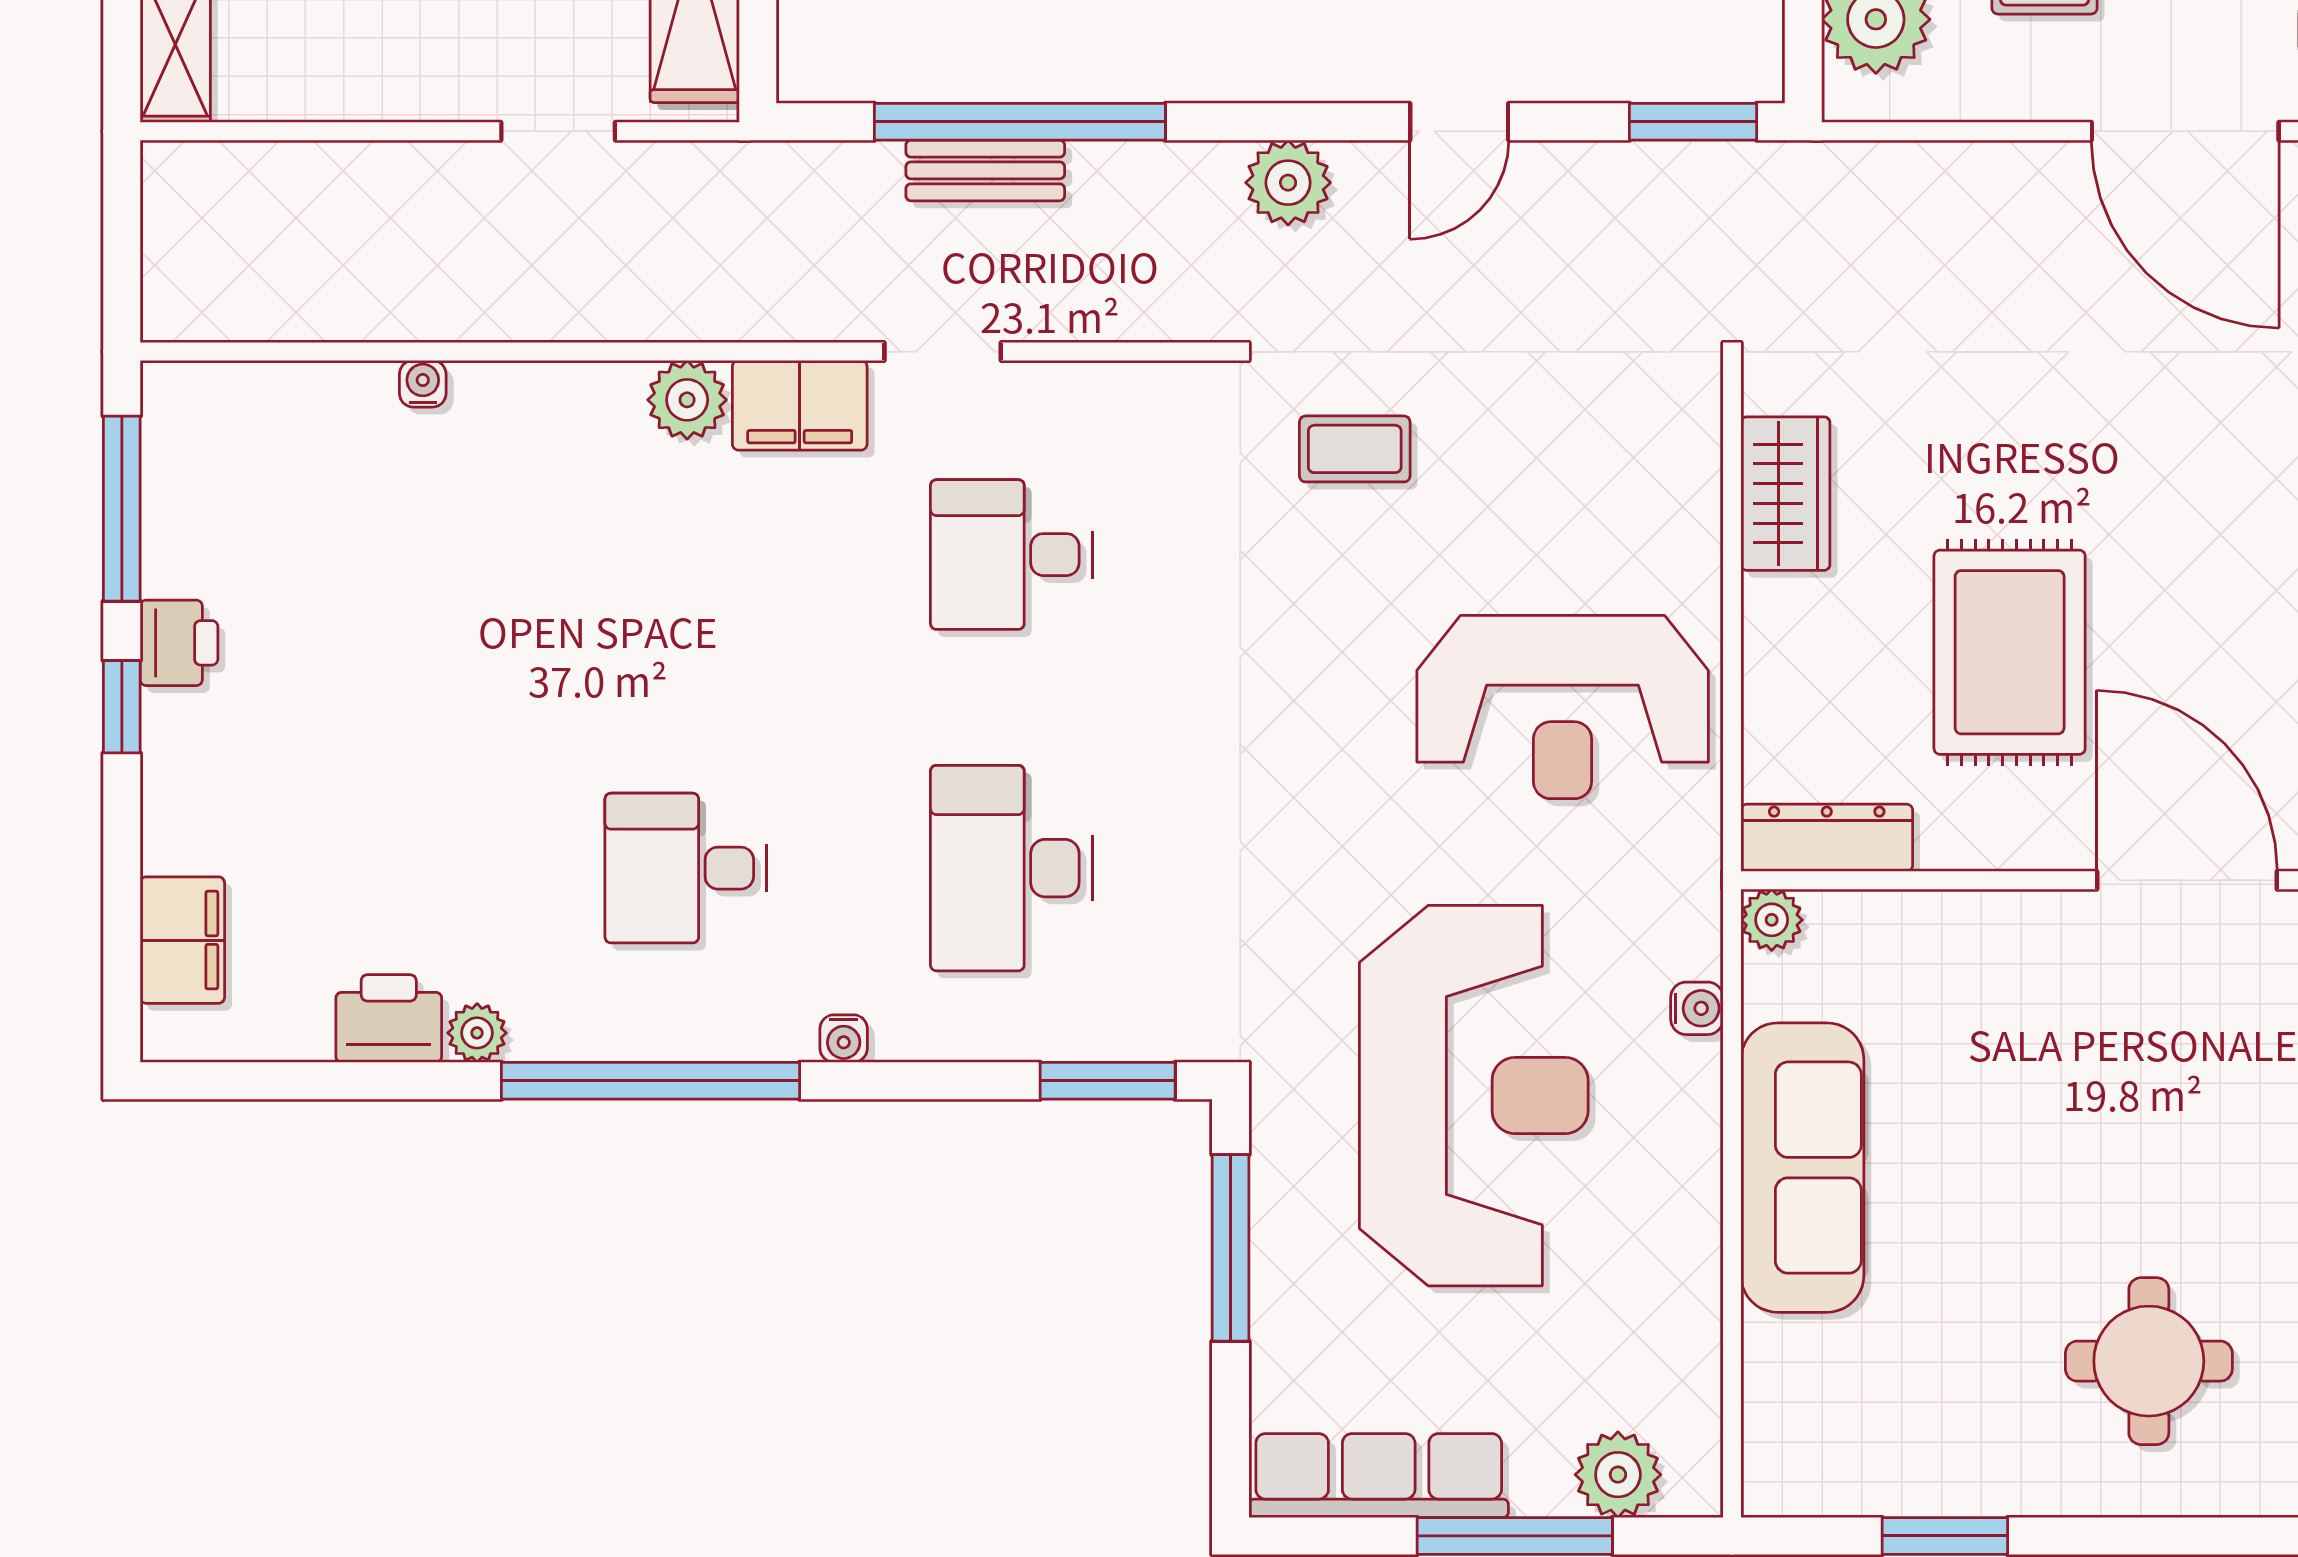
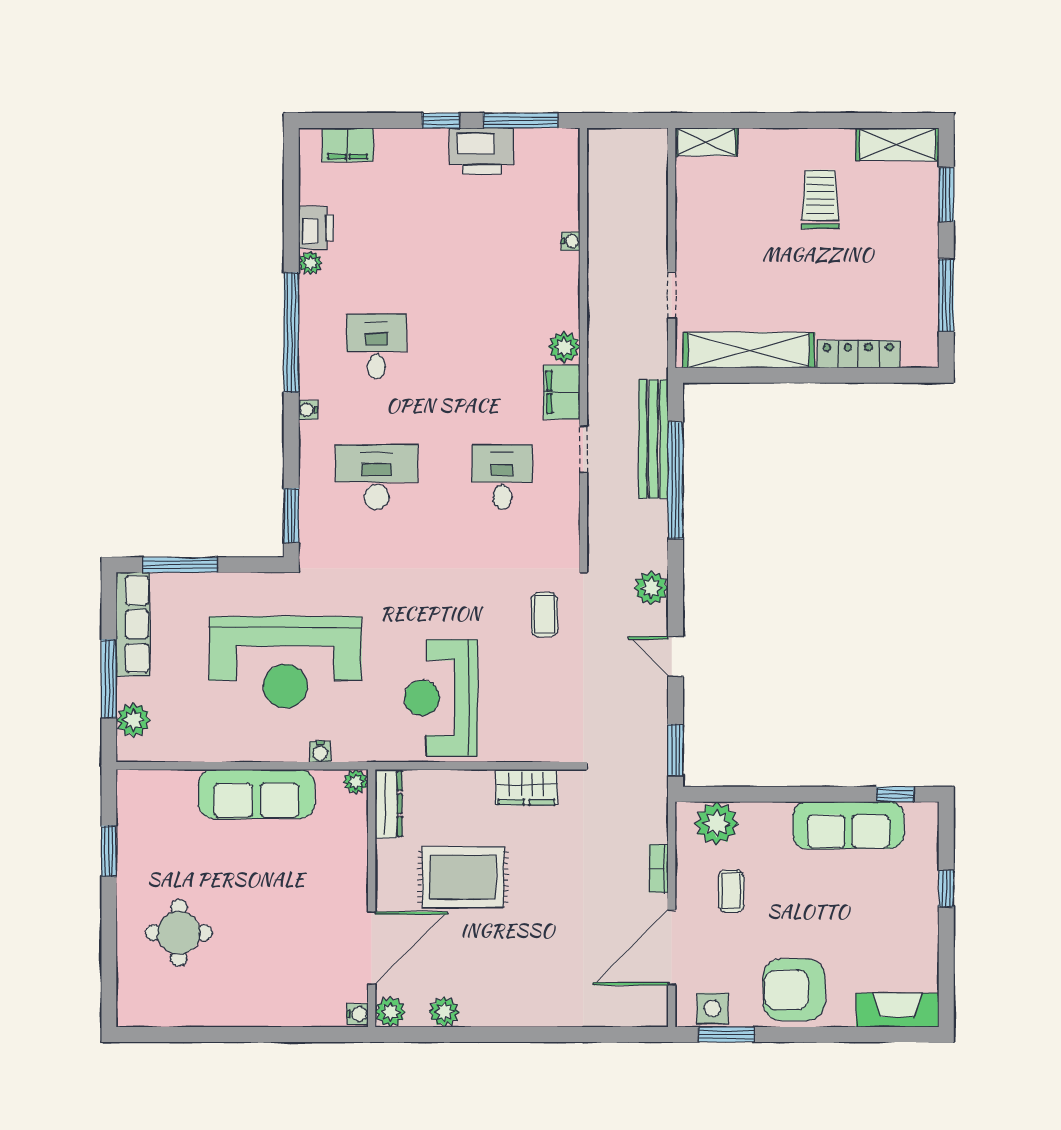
bookcase: (1988, 164) -> (659, 868), added
bench: (985, 170) -> (653, 439), width x1.86, depth x1.21
printer: (179, 643) -> (482, 151), width x1.87, depth x1.48
window: (1231, 1248) -> (180, 565), moved

